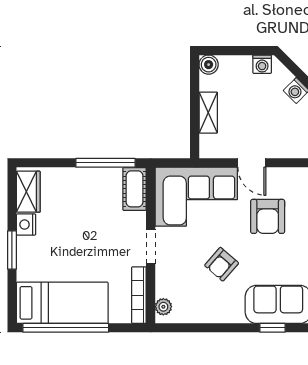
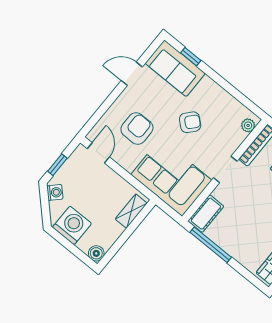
washing machine: (262, 64) -> (72, 225), width x1.89, depth x1.89
shelving: (208, 113) -> (131, 211), moved
door: (252, 163) -> (98, 153), moved

